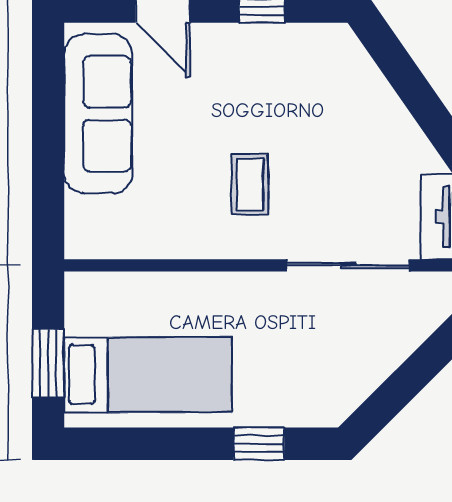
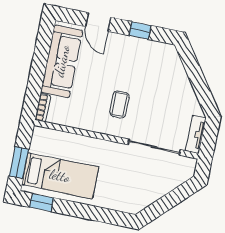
bookcase: (77, 228) -> (43, 108), added
window: (259, 444) -> (42, 203), moved

